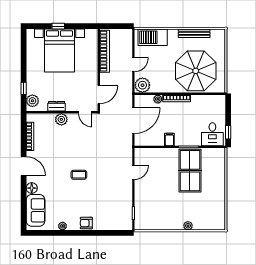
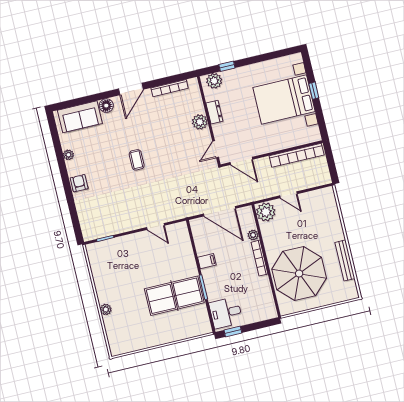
barbecue: (153, 37) -> (328, 211), removed

